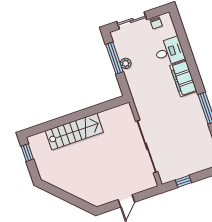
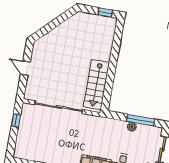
stairs: (74, 132) -> (96, 85), moved

